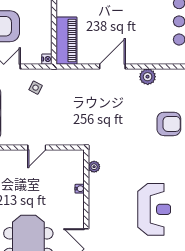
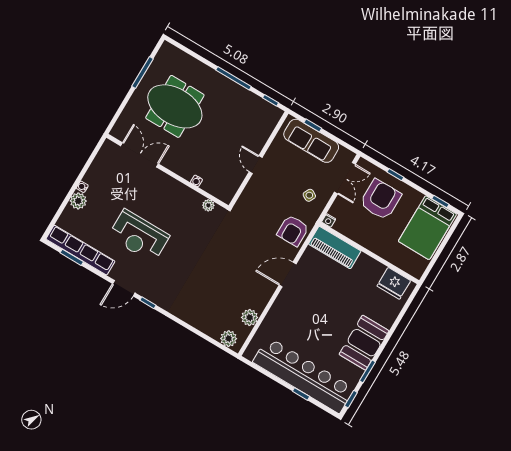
door: (112, 66) -> (288, 275), swing flipped
plant: (148, 77) -> (250, 318), moved
armchair: (169, 124) -> (293, 231), moved

